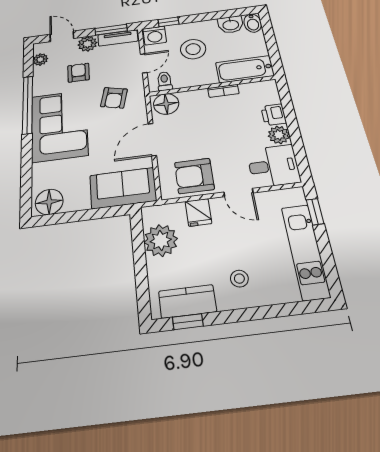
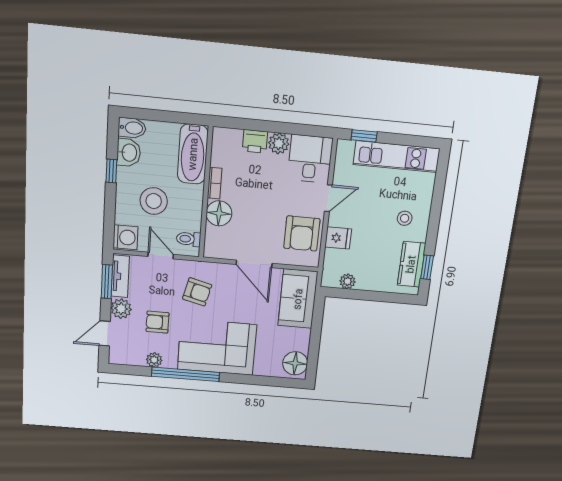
window: (169, 22) -> (111, 171), moved
plant: (40, 59) -> (154, 360), moved
floor lamp: (166, 104) -> (219, 213), moved
plant: (161, 240) -> (348, 281), width x0.53, depth x0.53

